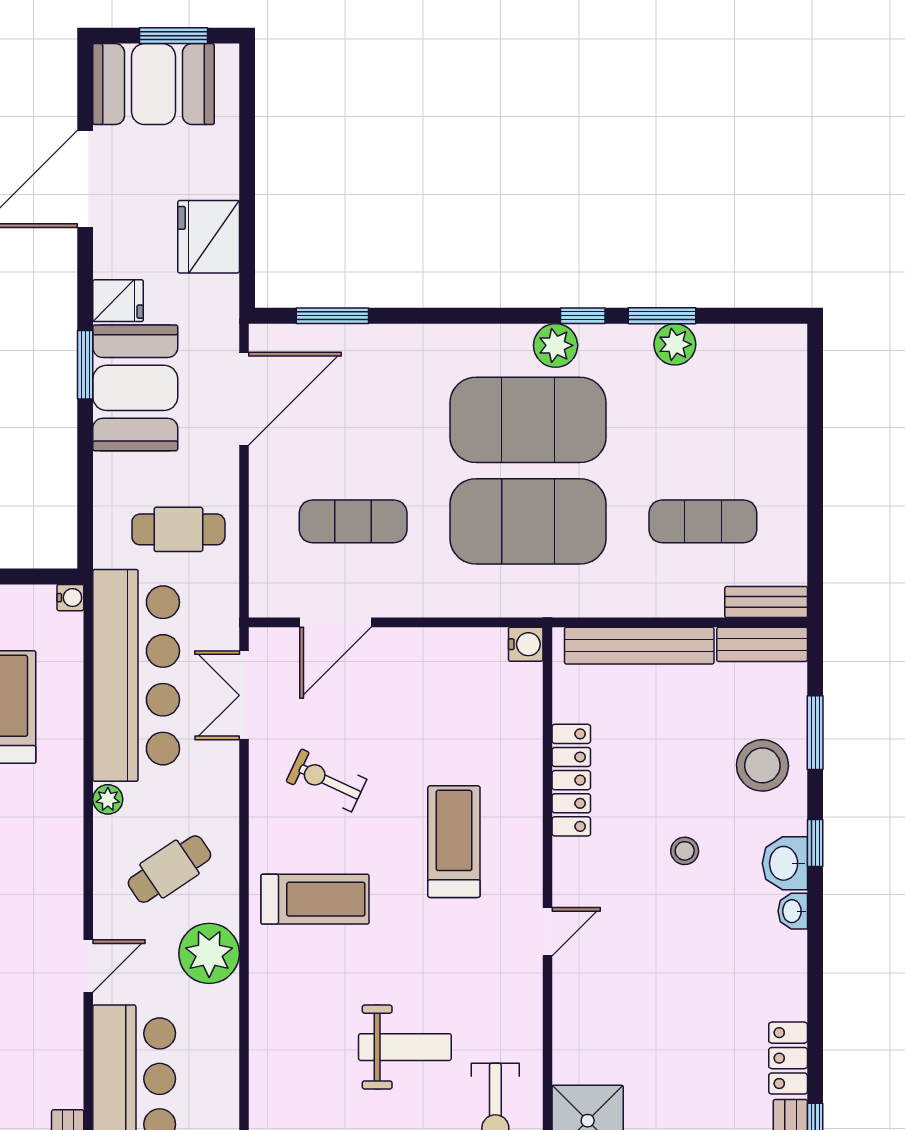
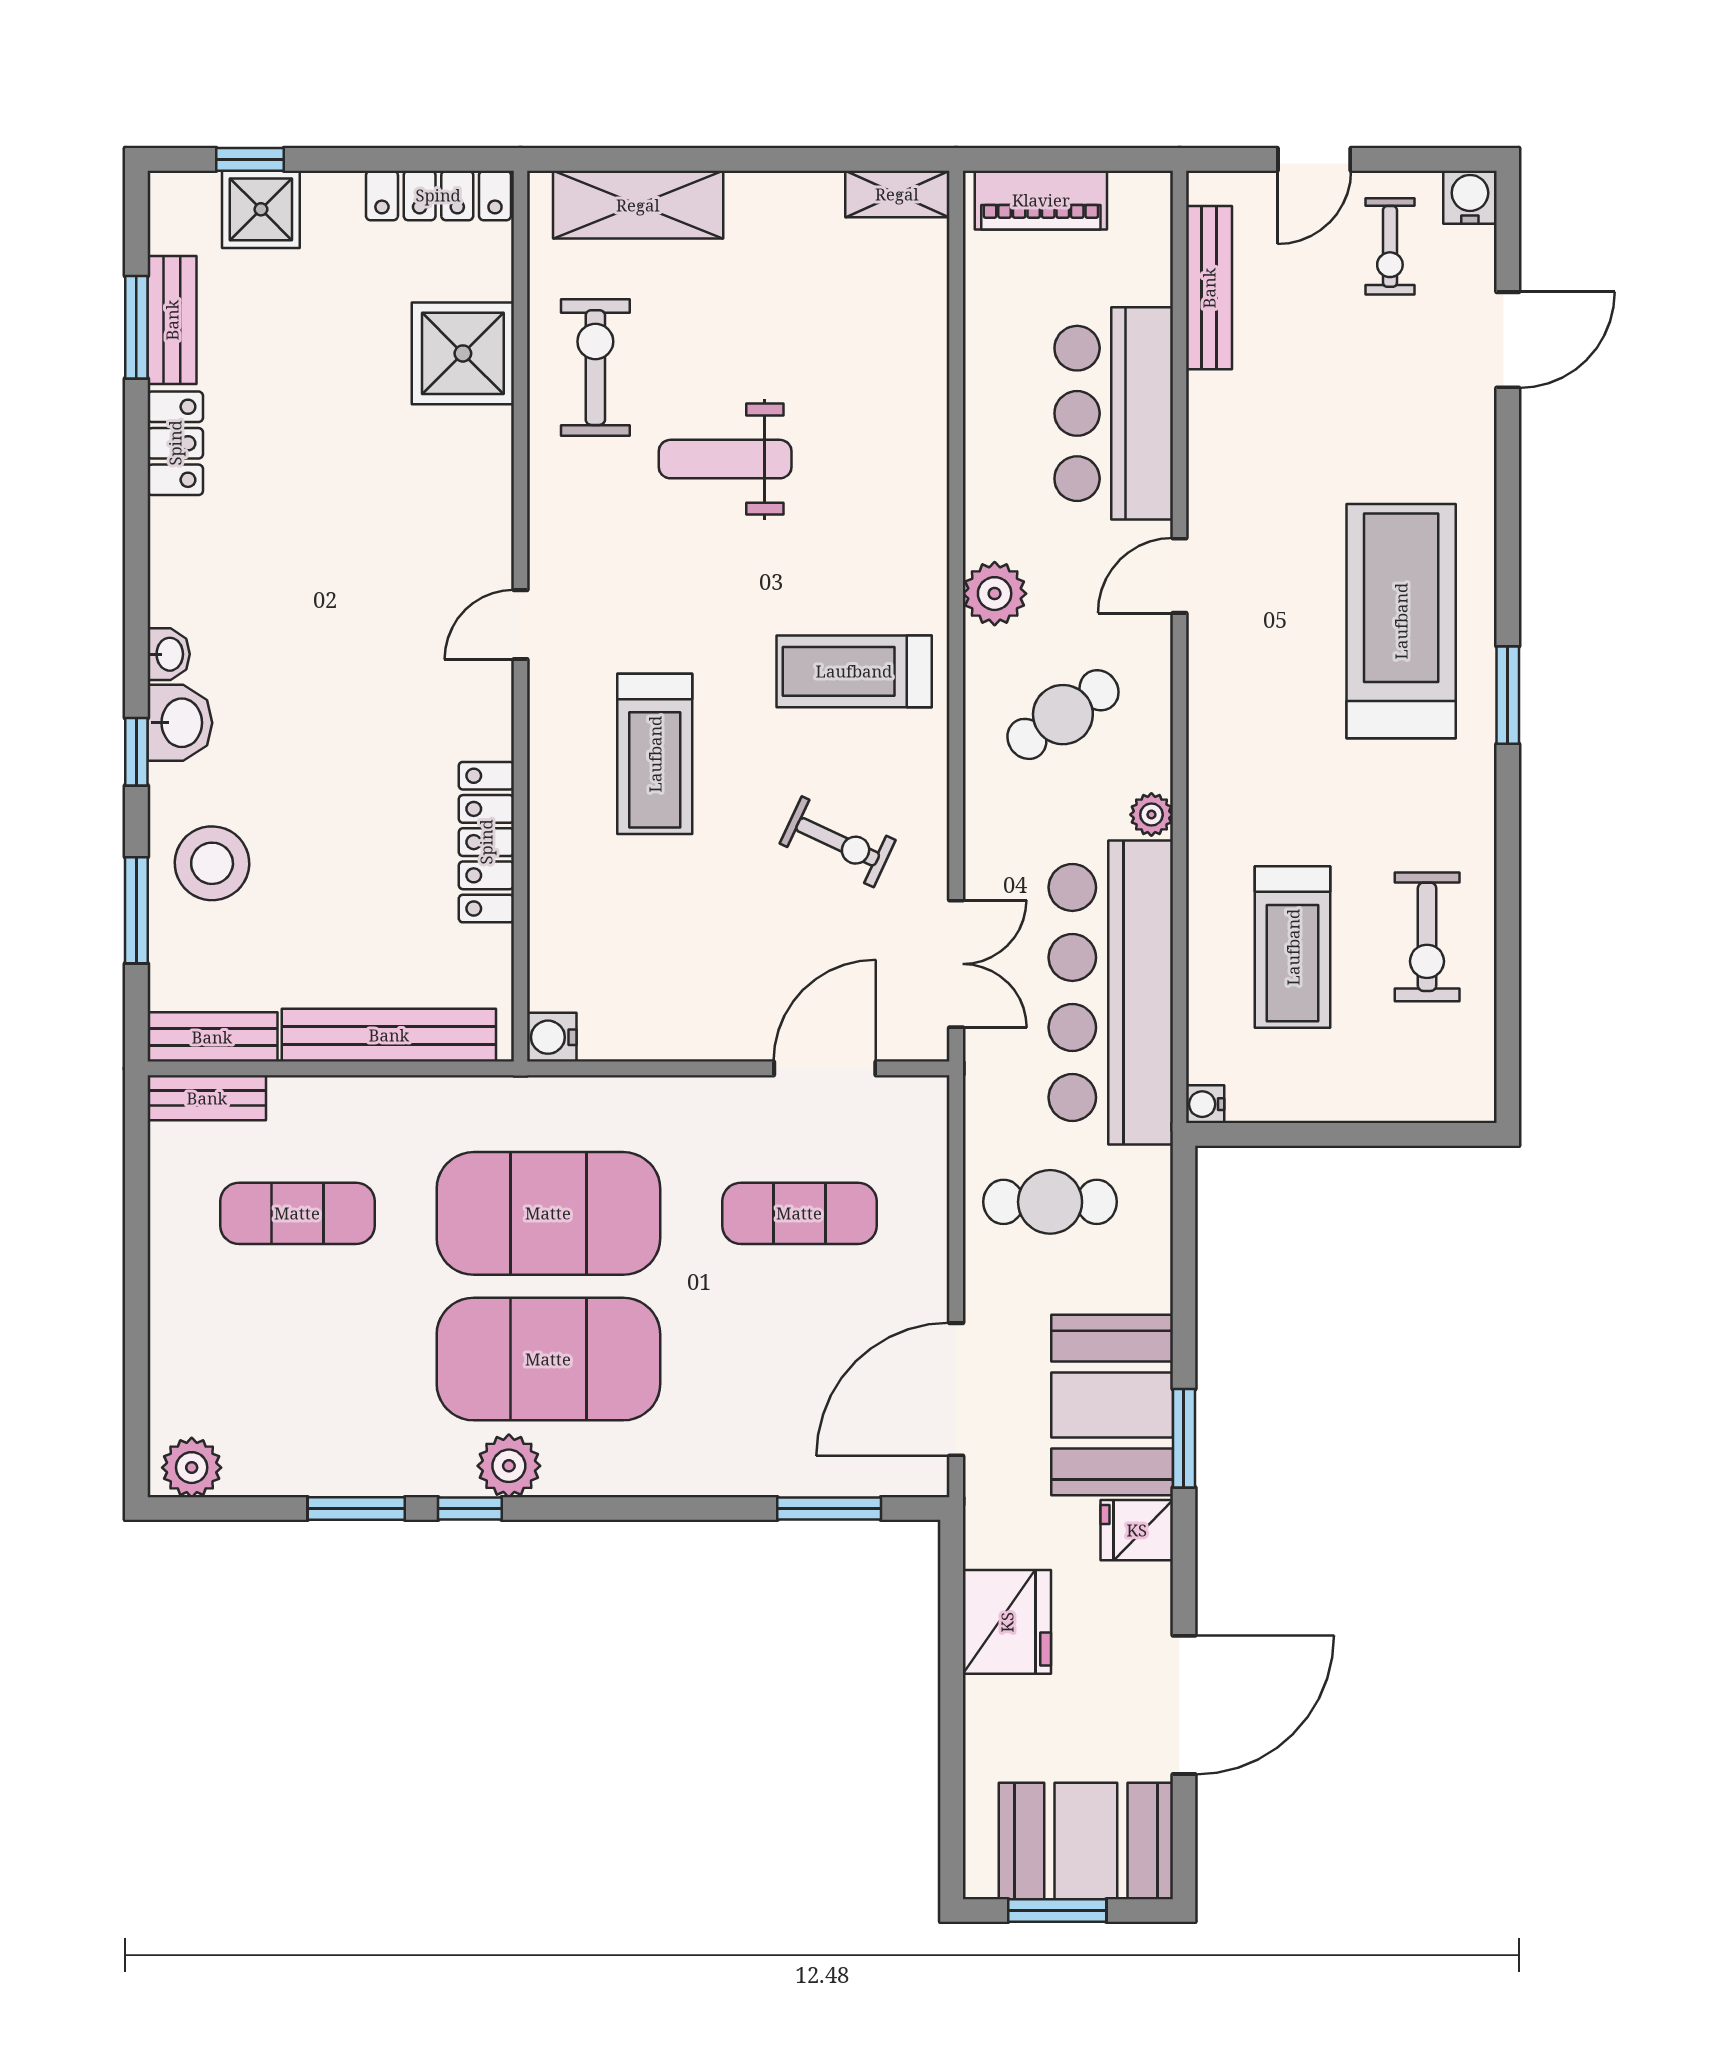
plant: (675, 344) -> (192, 1468), moved
stool: (685, 851) -> (324, 741), removed
plant: (209, 953) -> (995, 594), width x0.73, depth x0.73

